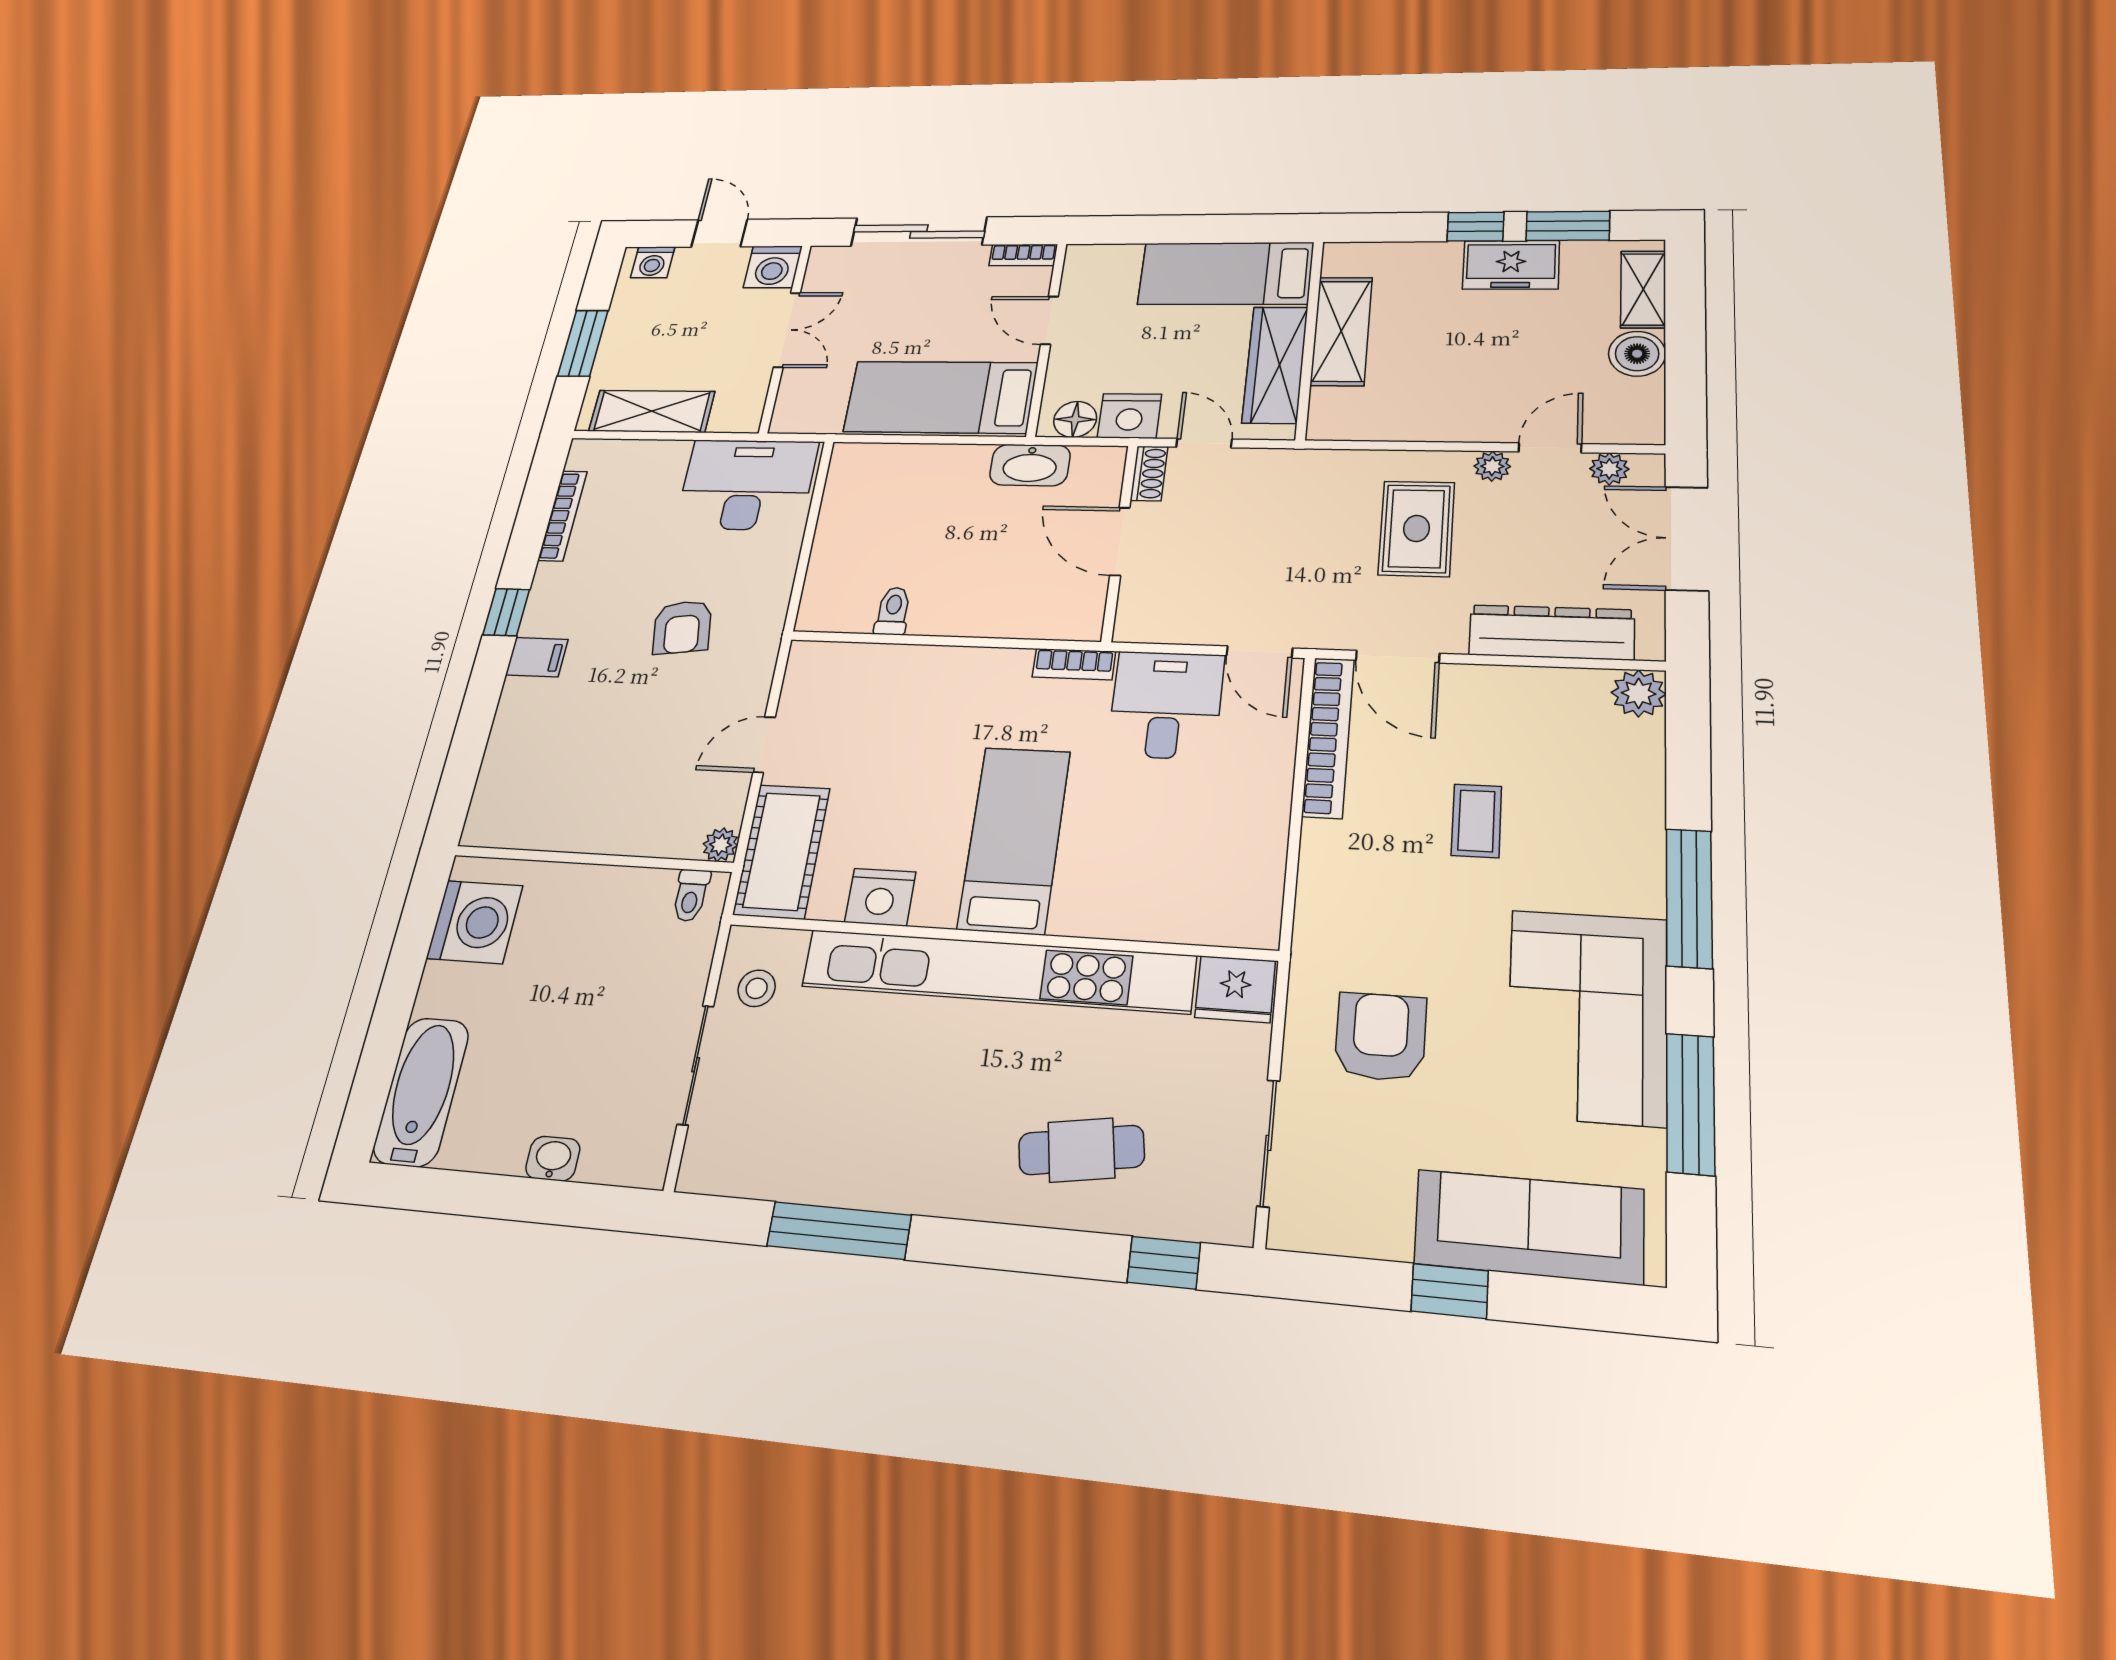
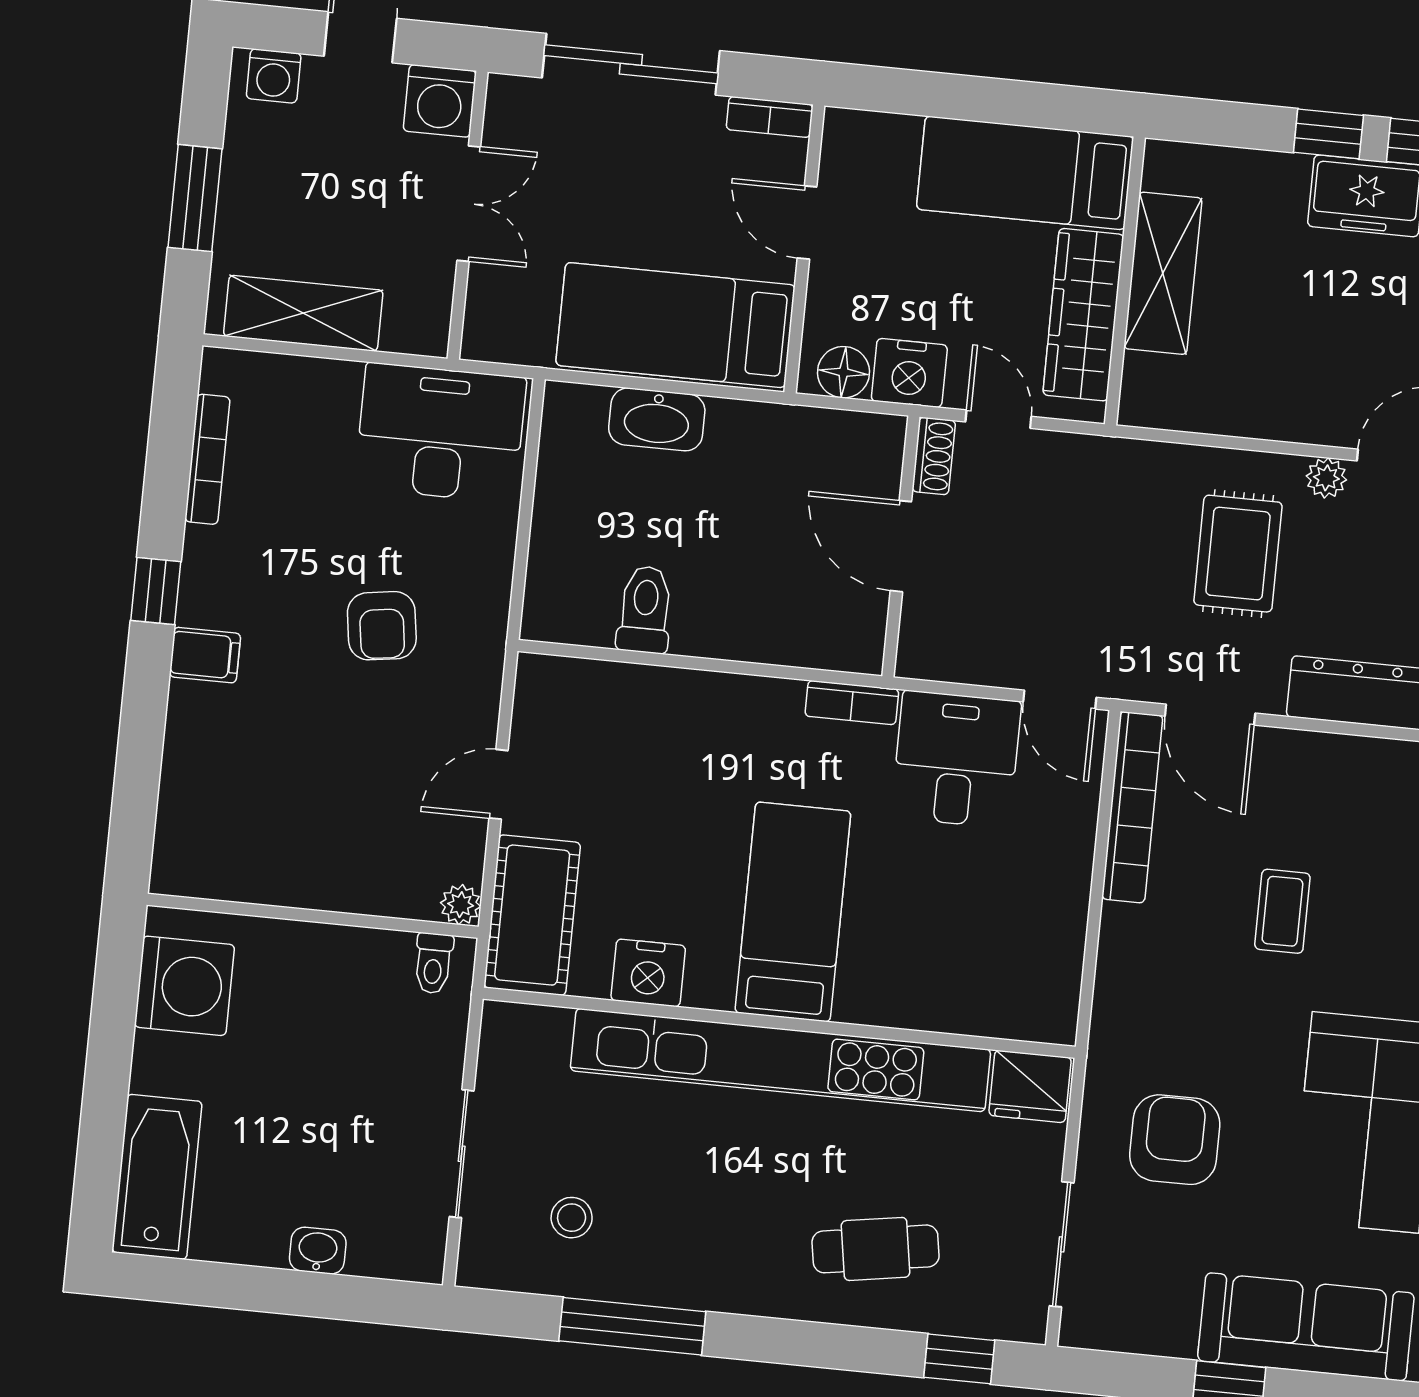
washbasin: (1030, 465) -> (657, 419), moved
toilet: (893, 611) -> (645, 610), width x1.37, depth x1.39
stool: (757, 988) -> (572, 1218), moved

